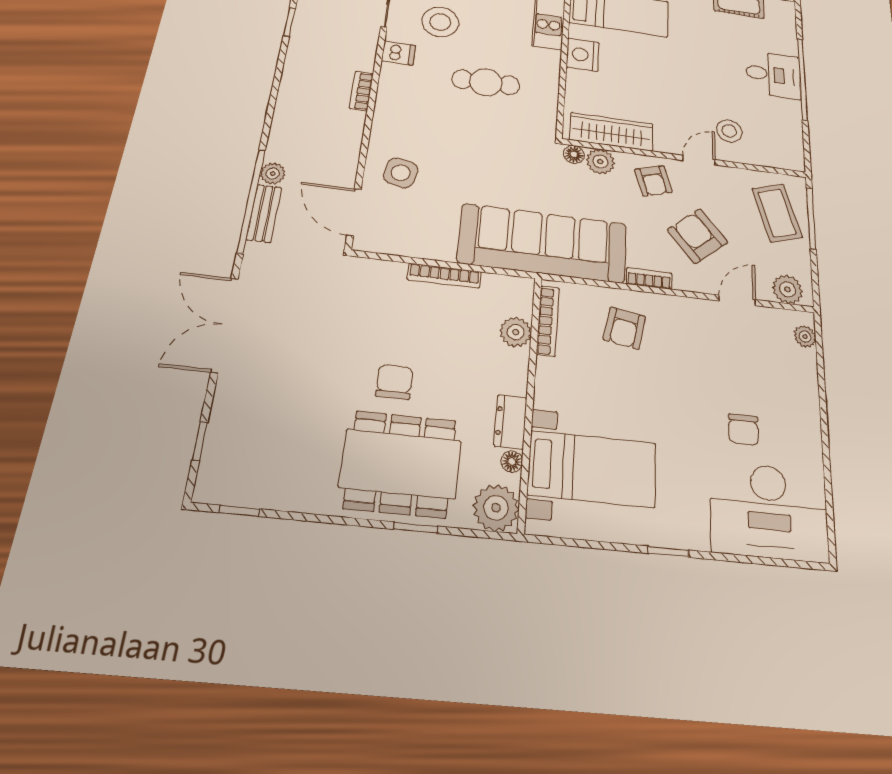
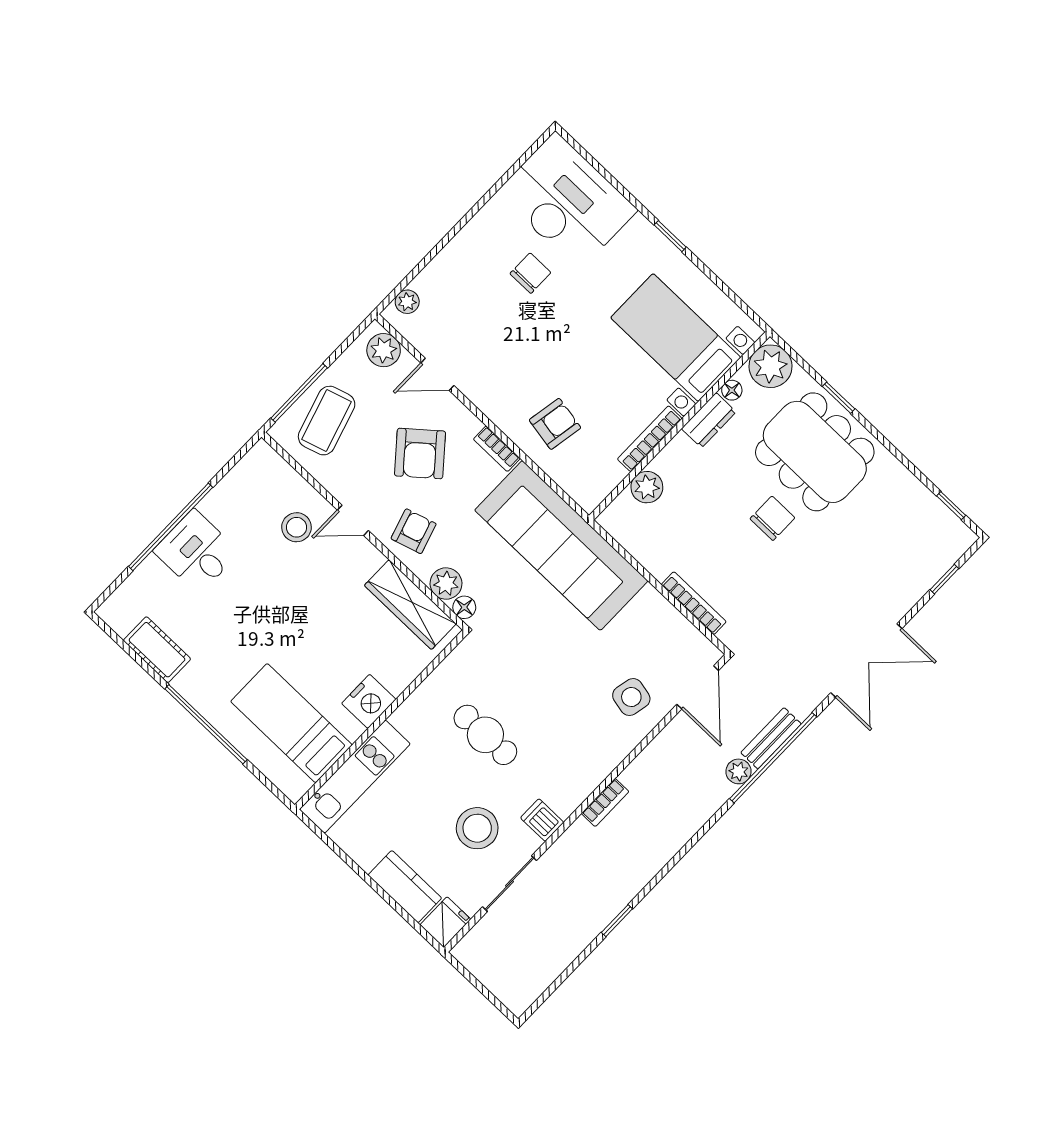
bookcase: (444, 276) -> (694, 603), moved
bookcase: (548, 321) -> (650, 439), moved
chair: (394, 382) -> (772, 518), turned 180

